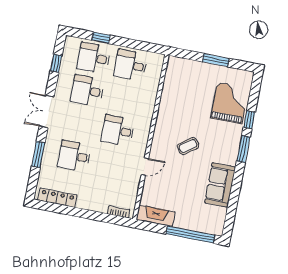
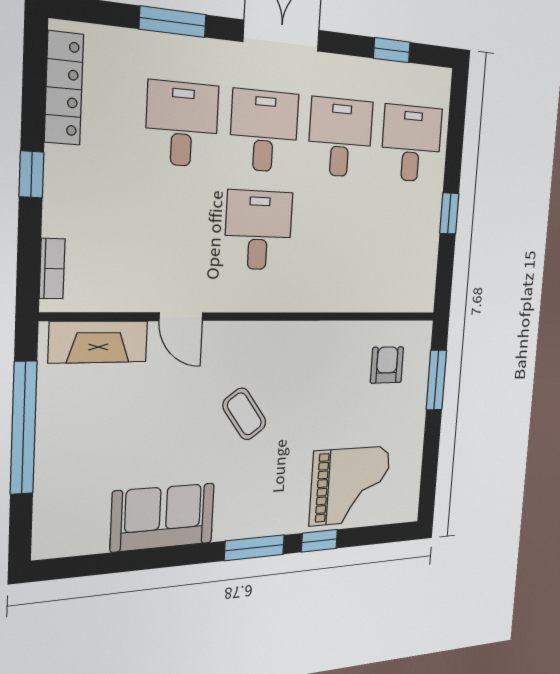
window: (101, 38) -> (449, 213), moved
window: (216, 60) -> (436, 380), moved
desk: (131, 65) -> (264, 131), moved
armchair: (183, 80) -> (387, 365), added
window: (85, 214) -> (31, 174), added
fireplace: (156, 216) -> (98, 342), moved, turned 90
window: (190, 234) -> (24, 428), moved

